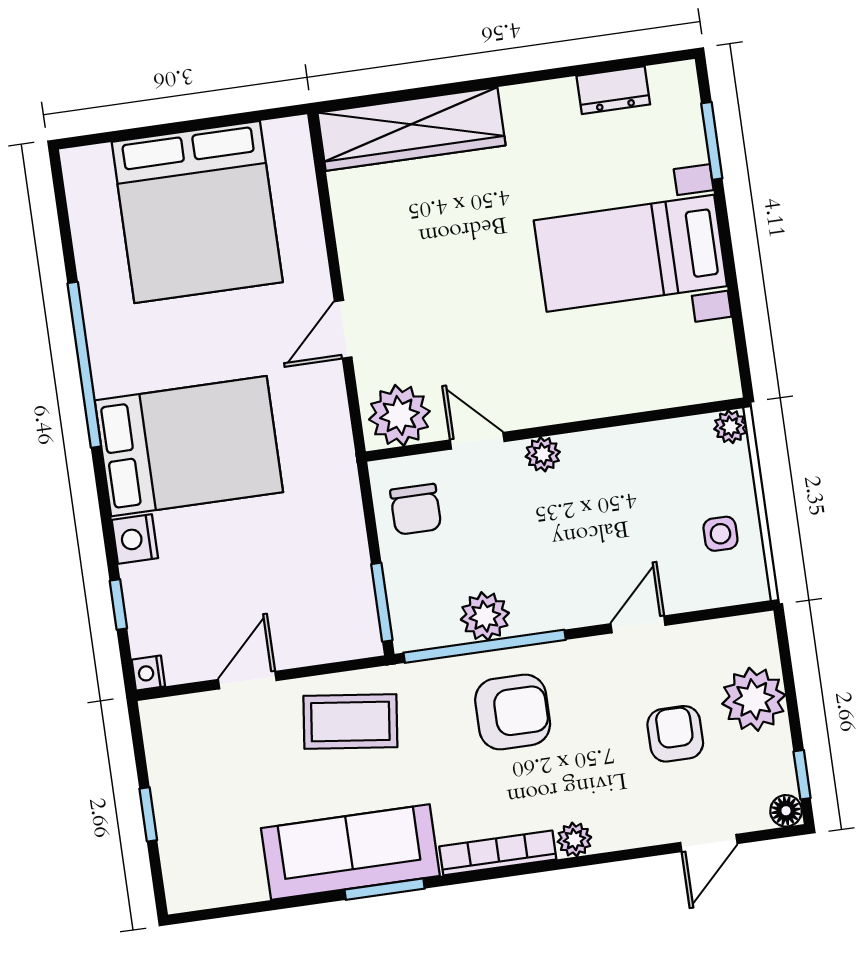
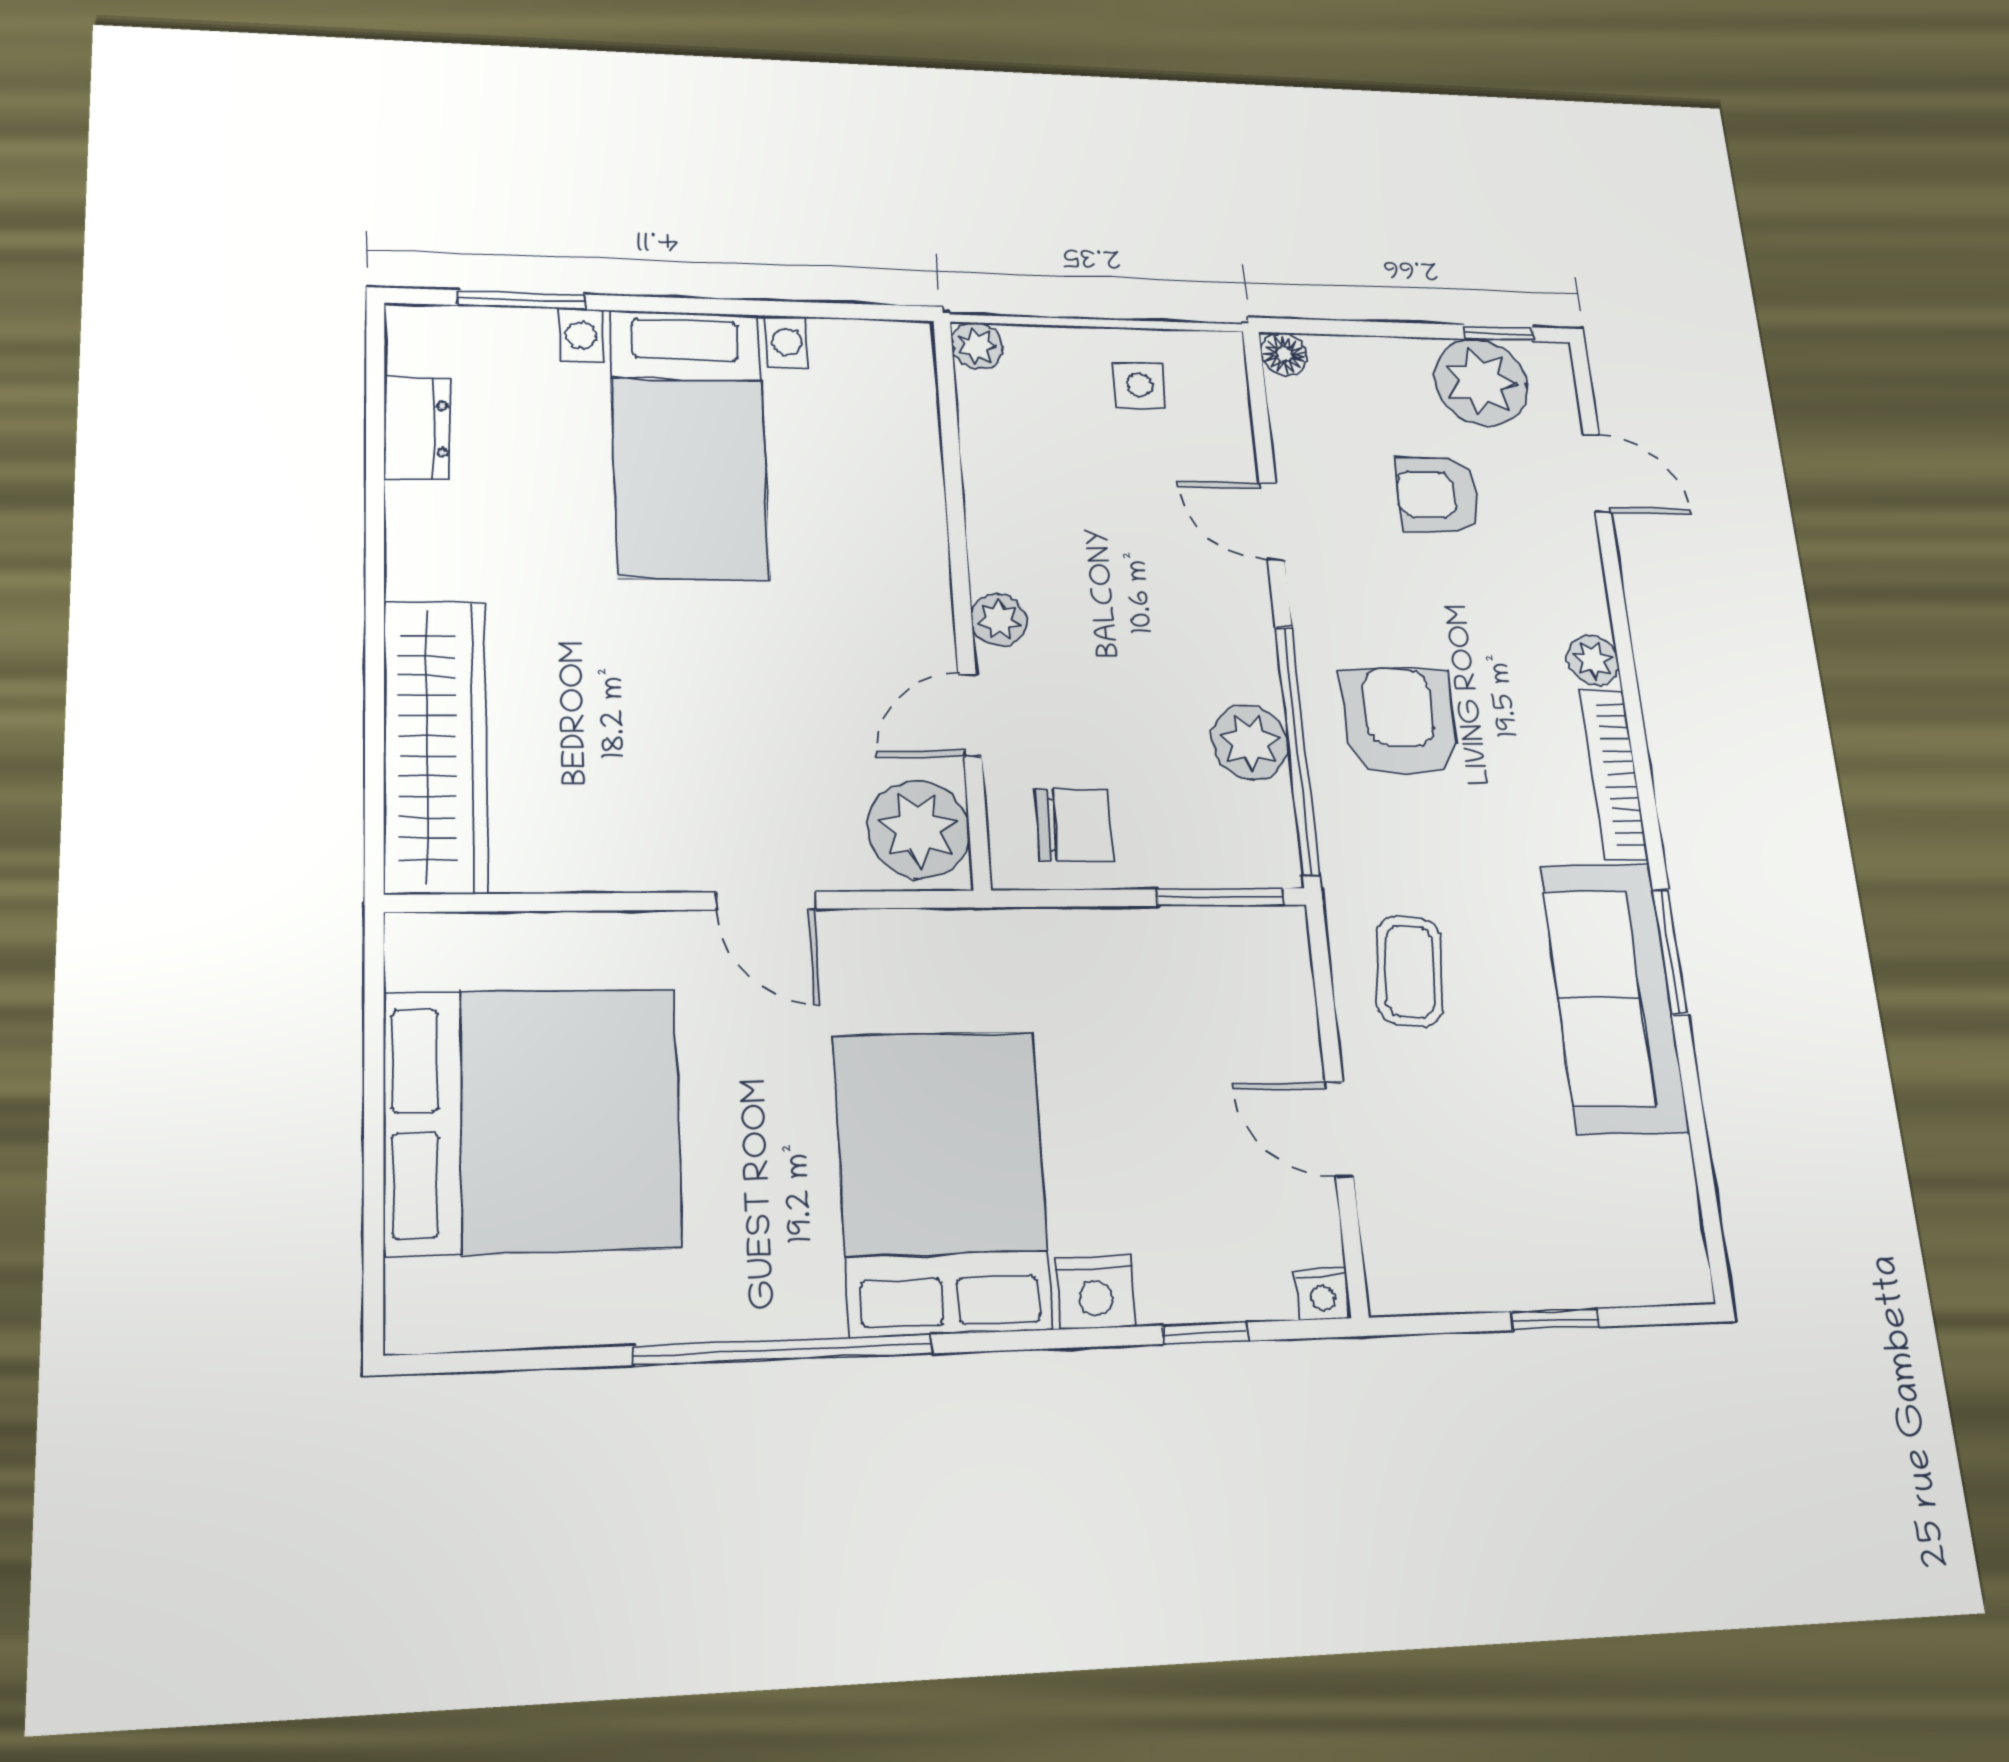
plant: (754, 699) -> (1481, 382), moved
coffee table: (350, 721) -> (1410, 971), width x0.73, depth x0.77
floor lamp: (786, 811) -> (1284, 354), moved

